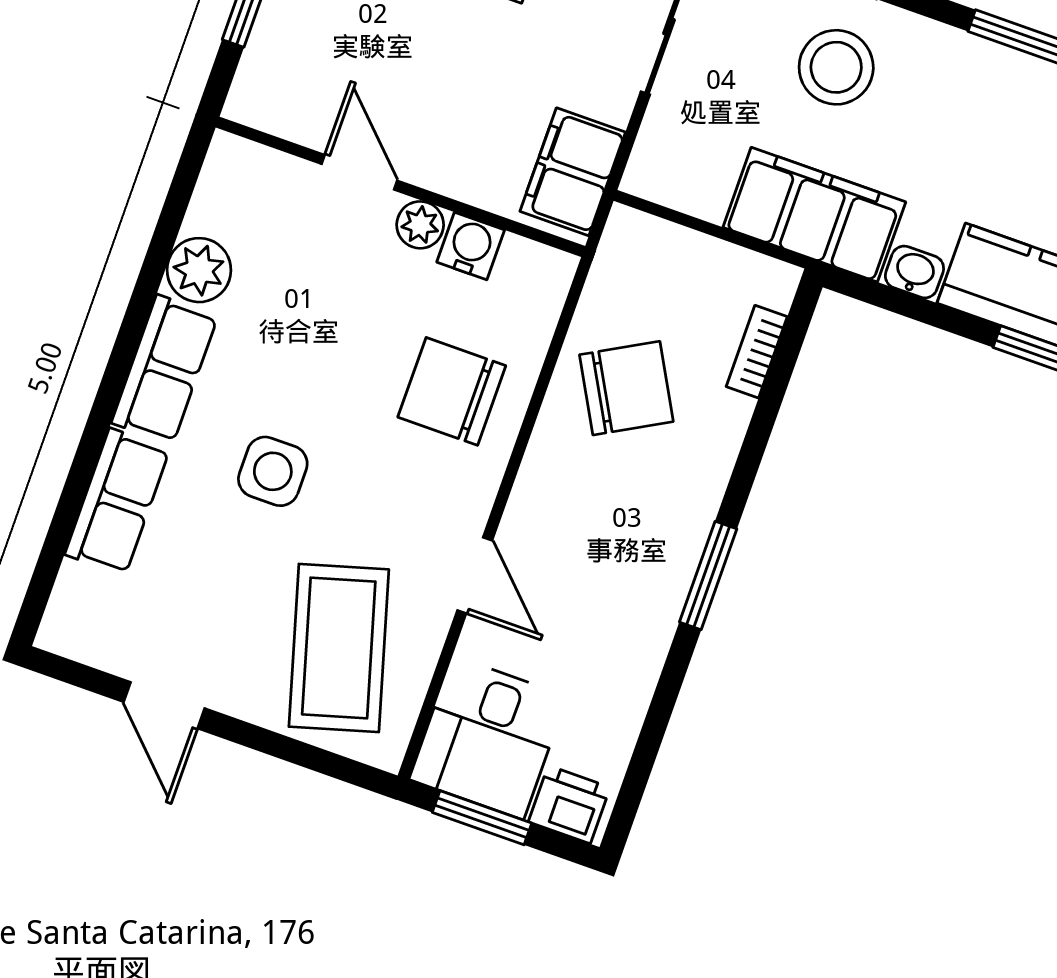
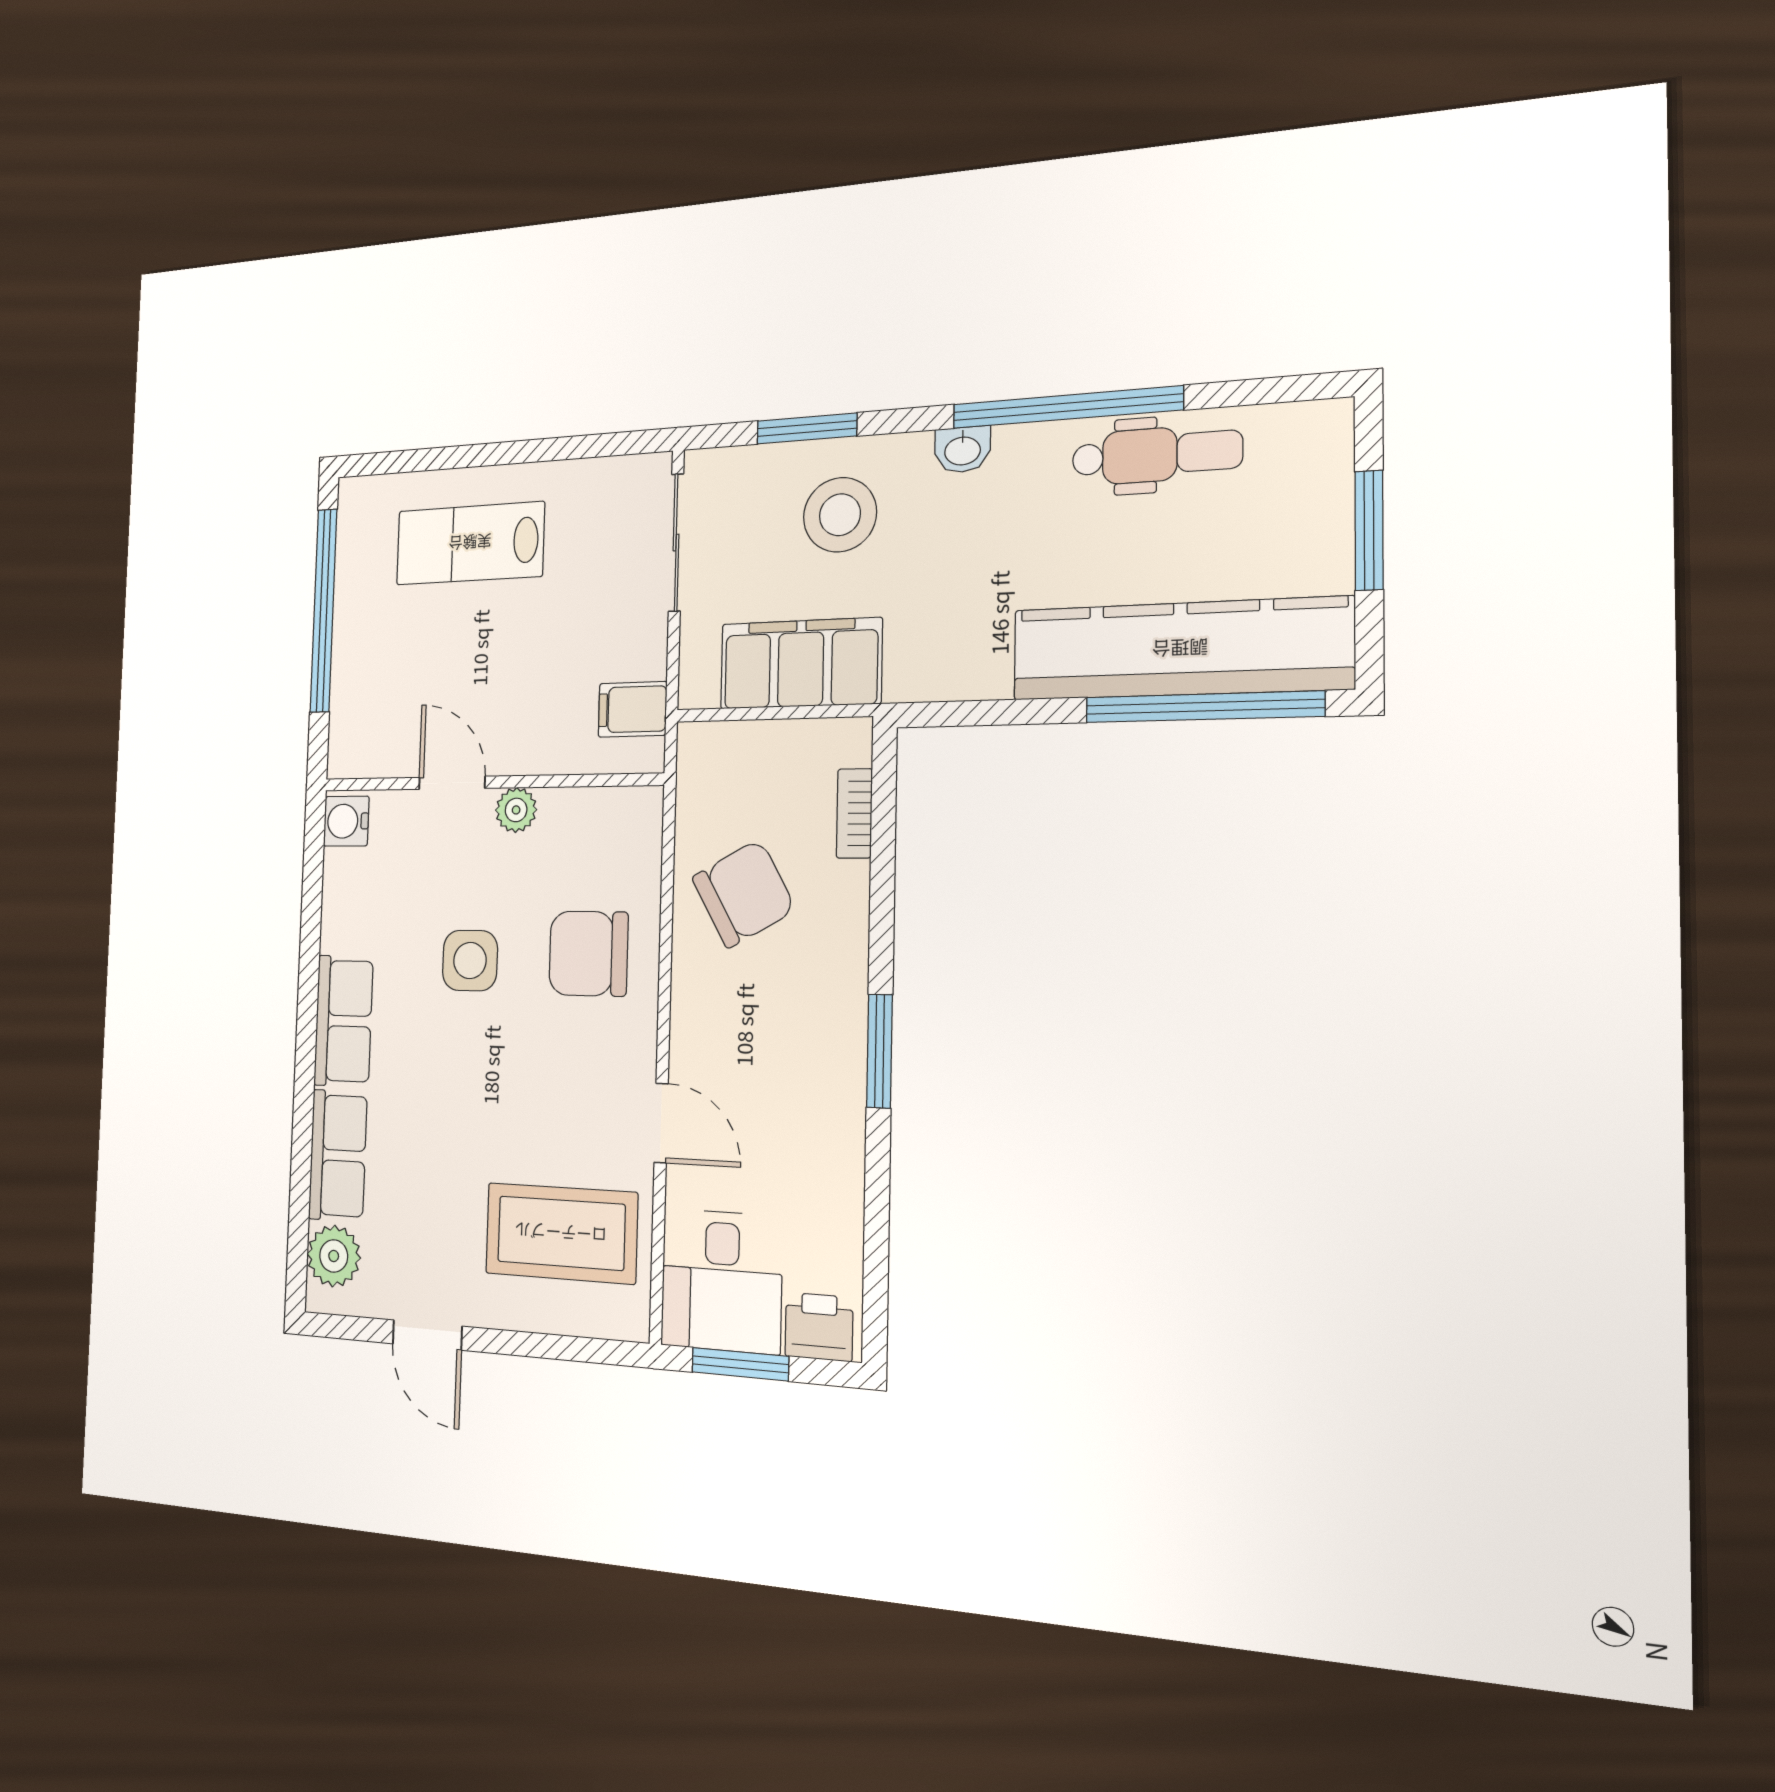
filing cabinet: (573, 172) -> (632, 709), width x0.50
filing cabinet: (814, 215) -> (801, 664), moved
water cooler: (471, 246) -> (346, 821), moved, turned -90
plant: (199, 270) -> (334, 1256), moved
washbasin: (914, 272) -> (962, 450), moved, turned 180
side table: (273, 471) -> (470, 960), moved
coffee table: (339, 648) -> (561, 1233), turned -74

